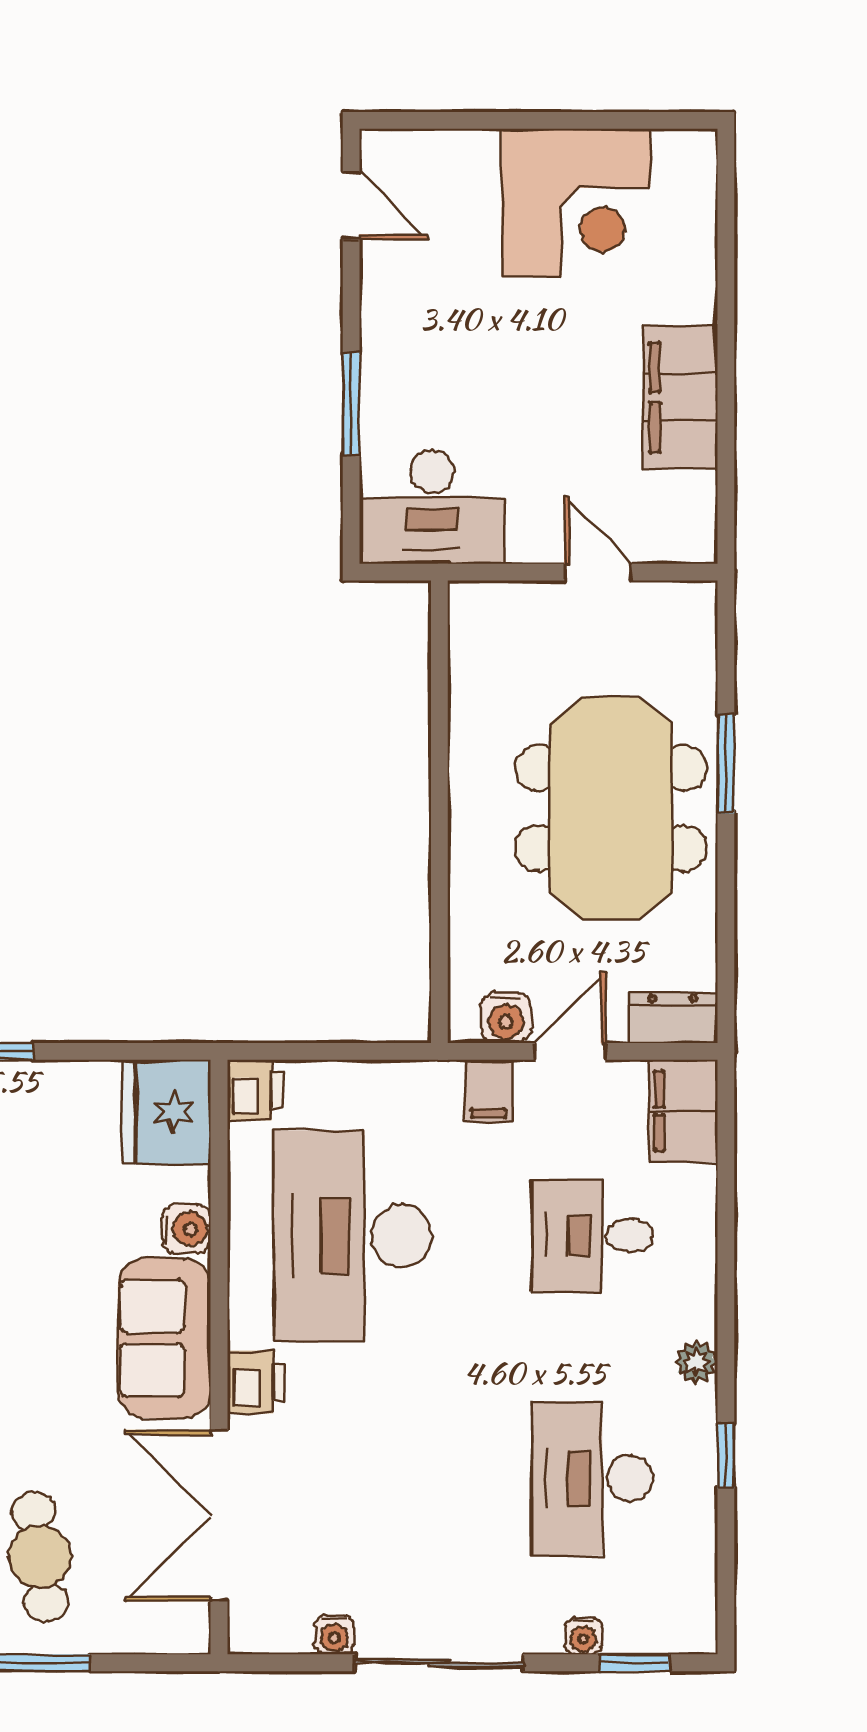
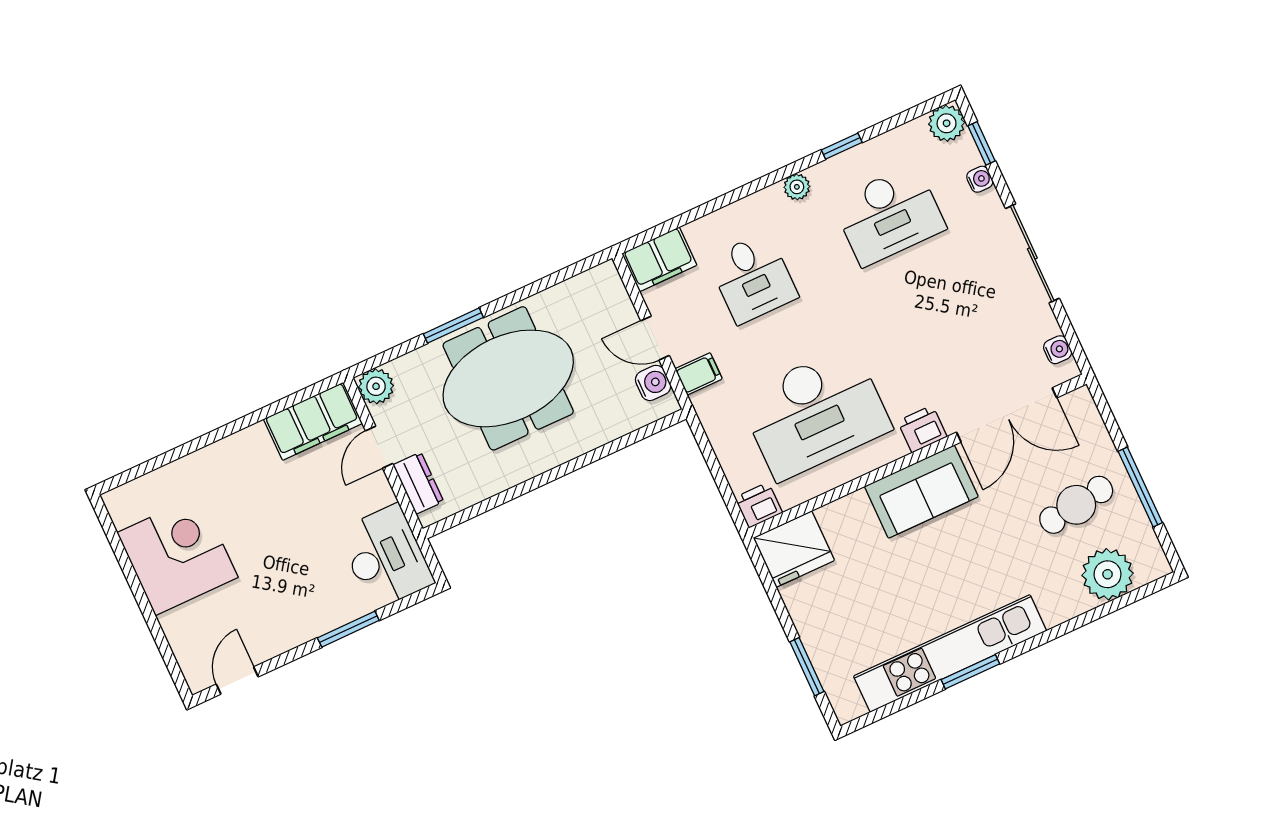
filing cabinet: (681, 397) -> (313, 421), moved
plant: (689, 609) -> (376, 386), added
dresser: (673, 1018) -> (418, 483), moved, turned 180
water cooler: (186, 1229) -> (854, 508), removed
plant: (688, 1625) -> (947, 123), added
water cooler: (334, 1635) -> (1058, 350), moved

